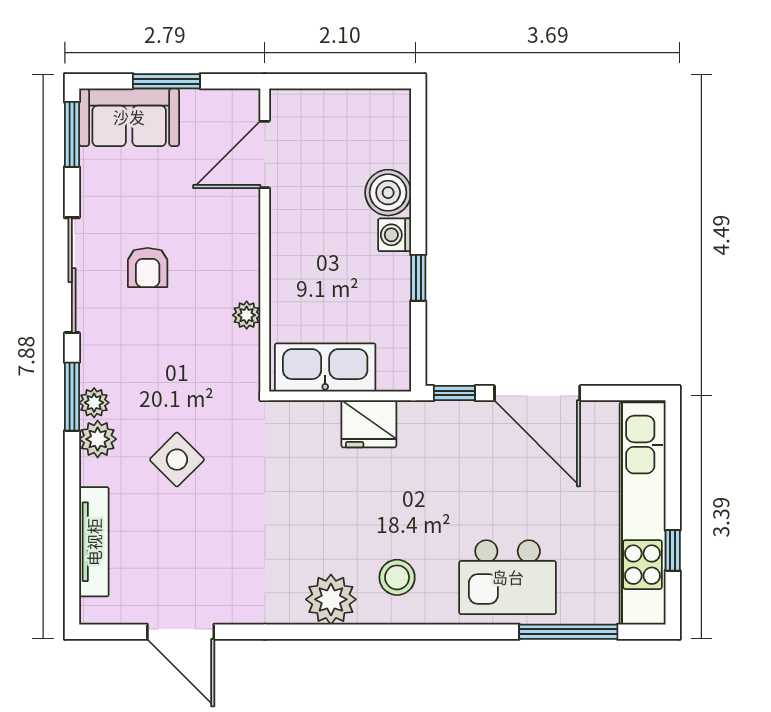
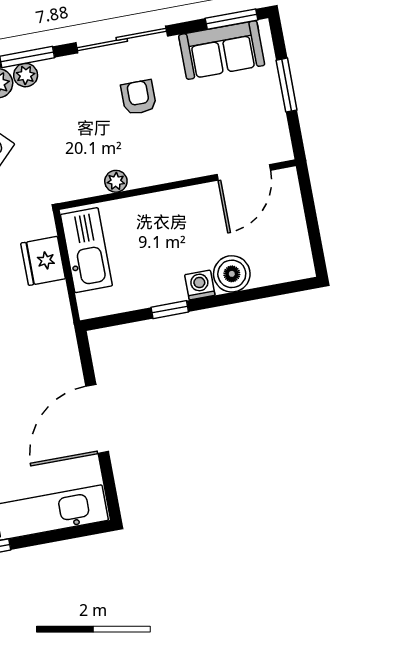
sofa: (129, 117) -> (222, 50), moved, turned -90
door: (265, 154) -> (244, 172), swing flipped
armchair: (148, 268) -> (139, 97), turned 90
window: (454, 393) -> (85, 354), removed
fridge: (369, 424) -> (43, 261), moved

